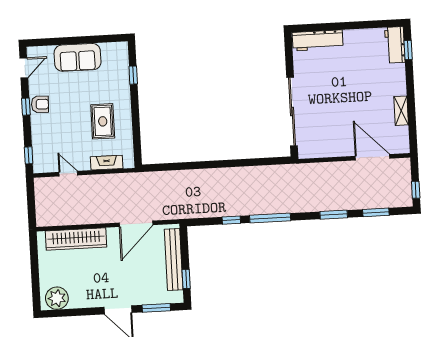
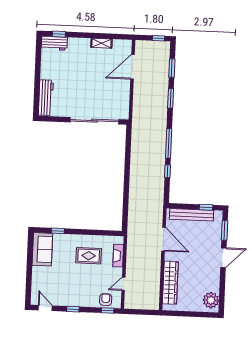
sofa: (78, 57) -> (42, 249), moved
armchair: (40, 104) -> (106, 300), moved

